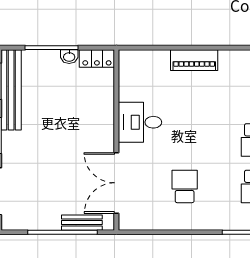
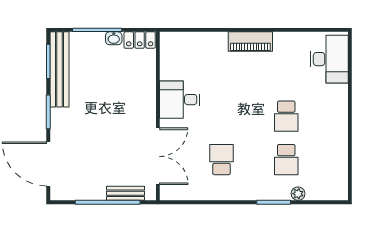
piano: (194, 60) -> (250, 42), moved
double door: (116, 183) -> (158, 156), swing flipped

